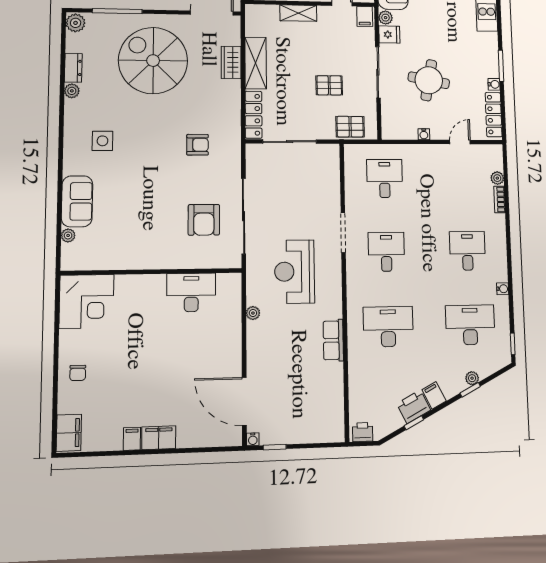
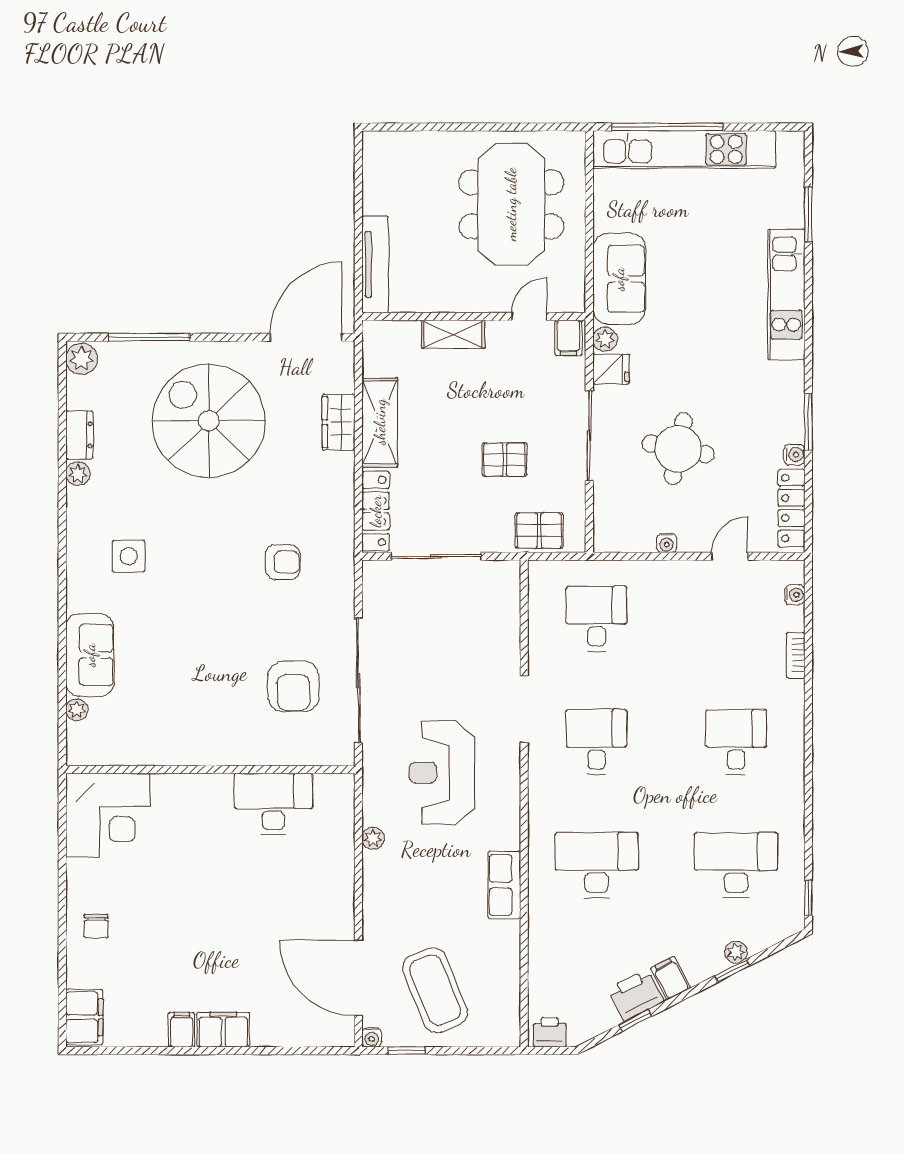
plant: (497, 178) -> (793, 619), removed
water cooler: (503, 289) -> (795, 595), moved
coffee table: (292, 408) -> (435, 990), added

